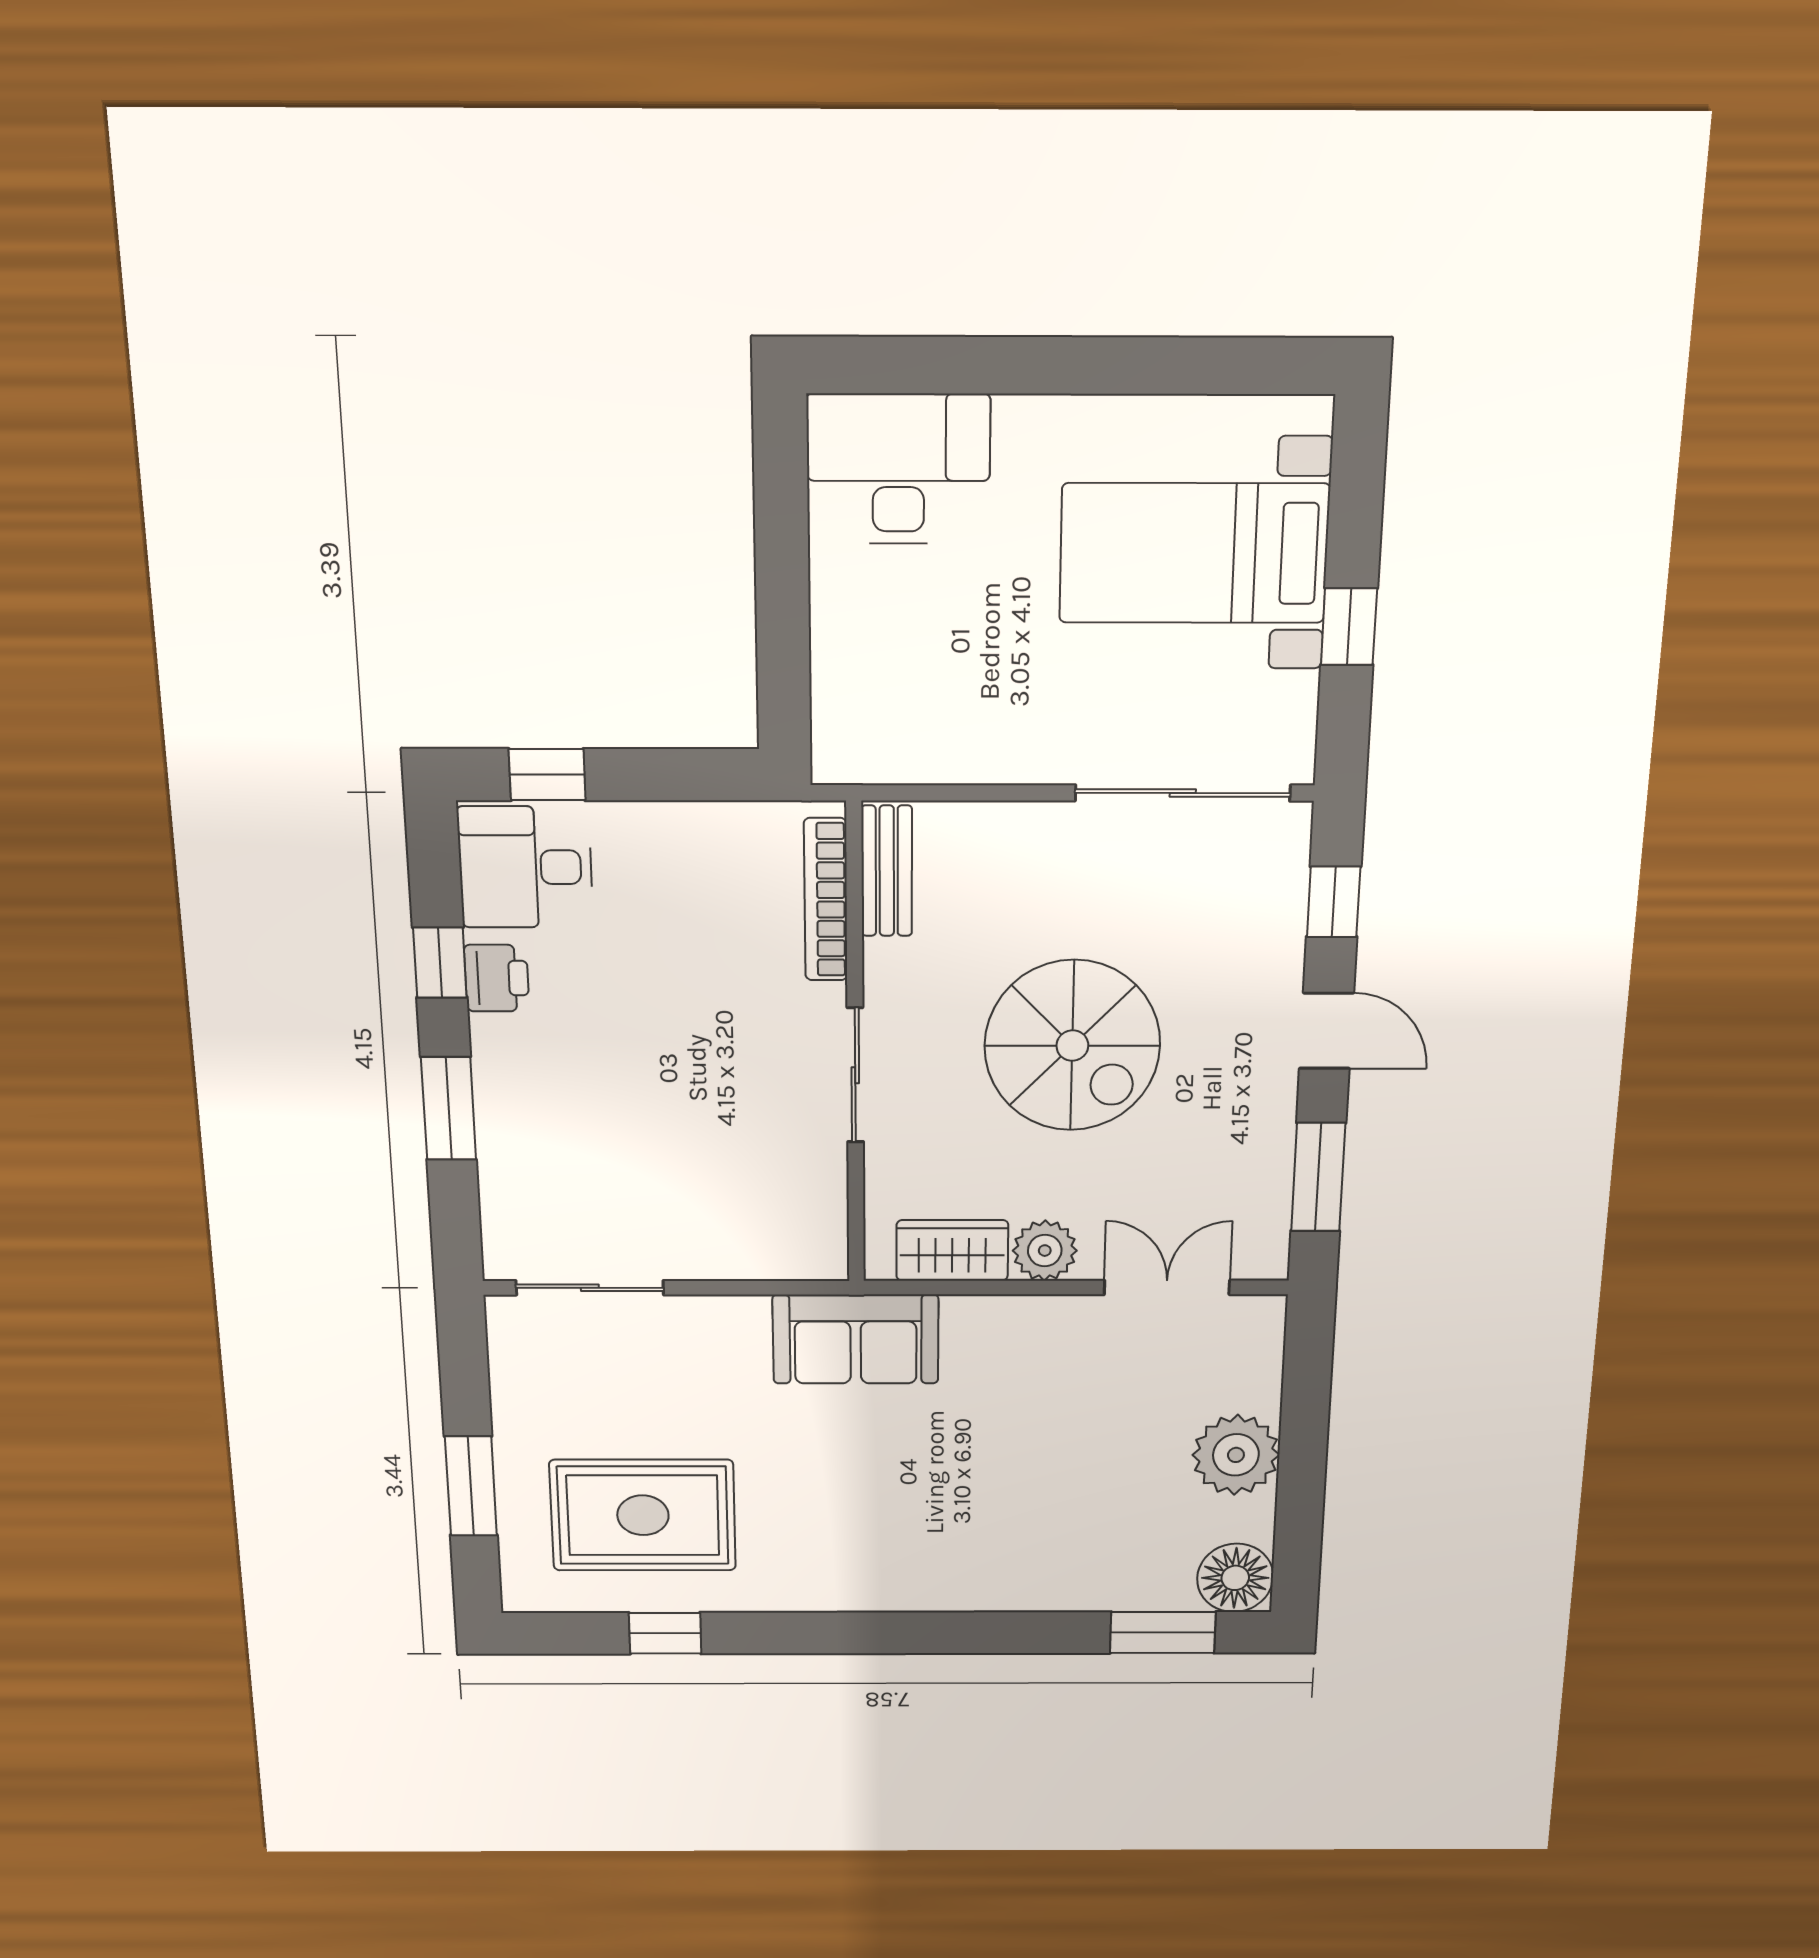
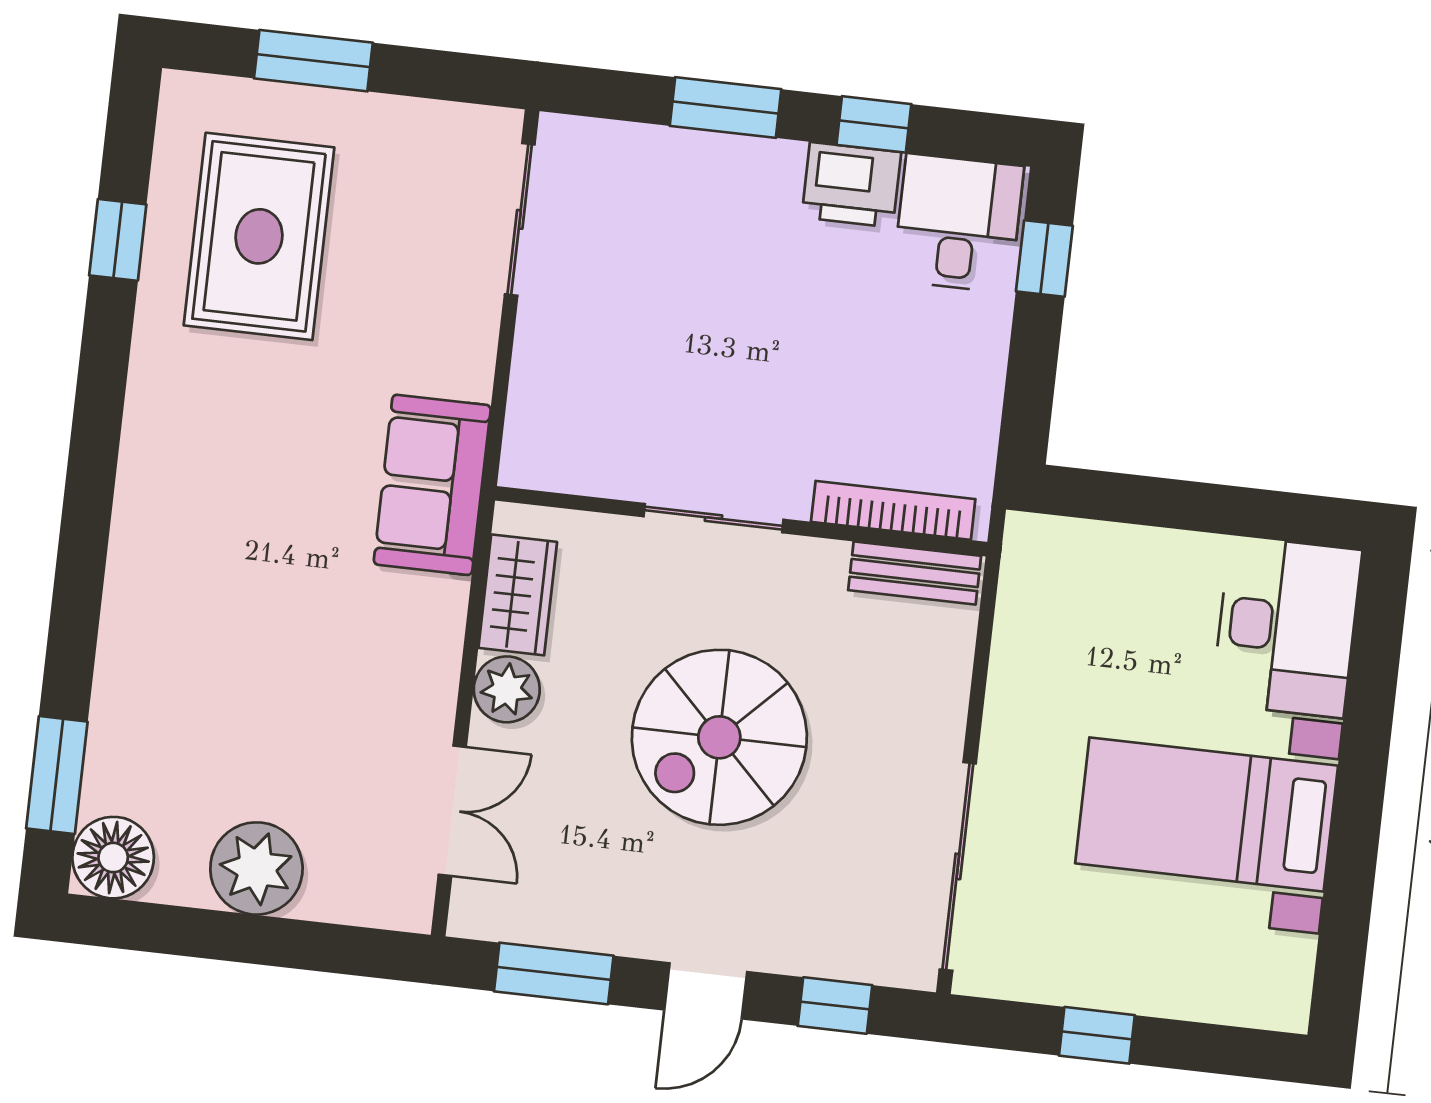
bed with nightstands: (1194, 553) -> (1207, 814), moved, turned -90
printer: (497, 978) -> (851, 185), width x1.36, depth x1.24

